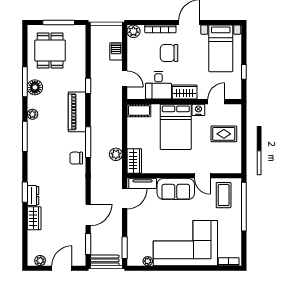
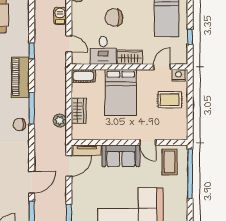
nightstand: (198, 110) -> (178, 75), moved
wardrobe: (134, 161) -> (79, 111), moved

